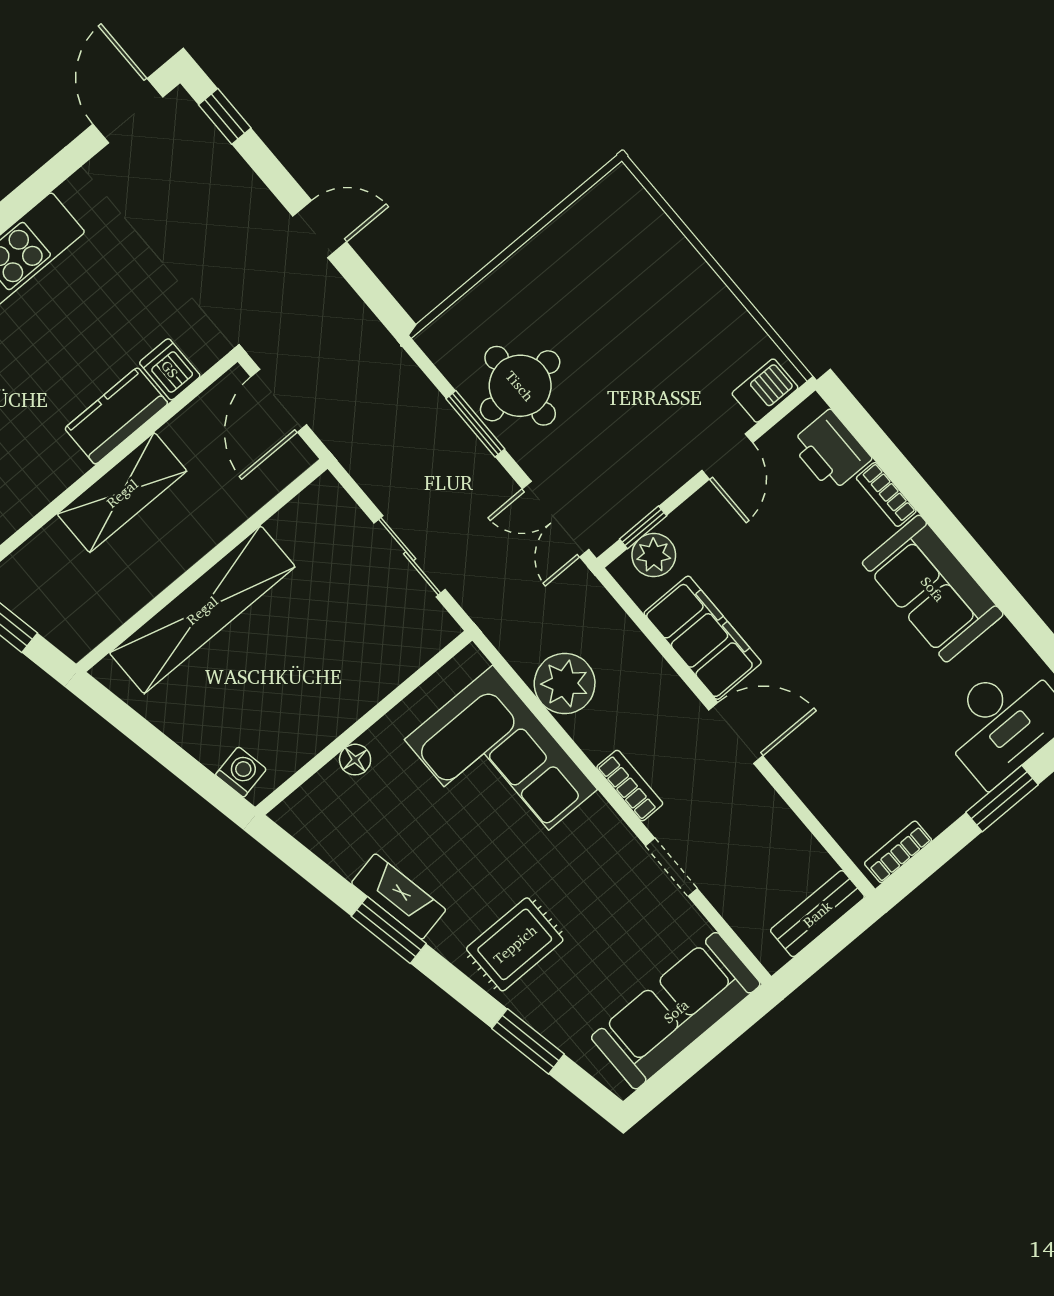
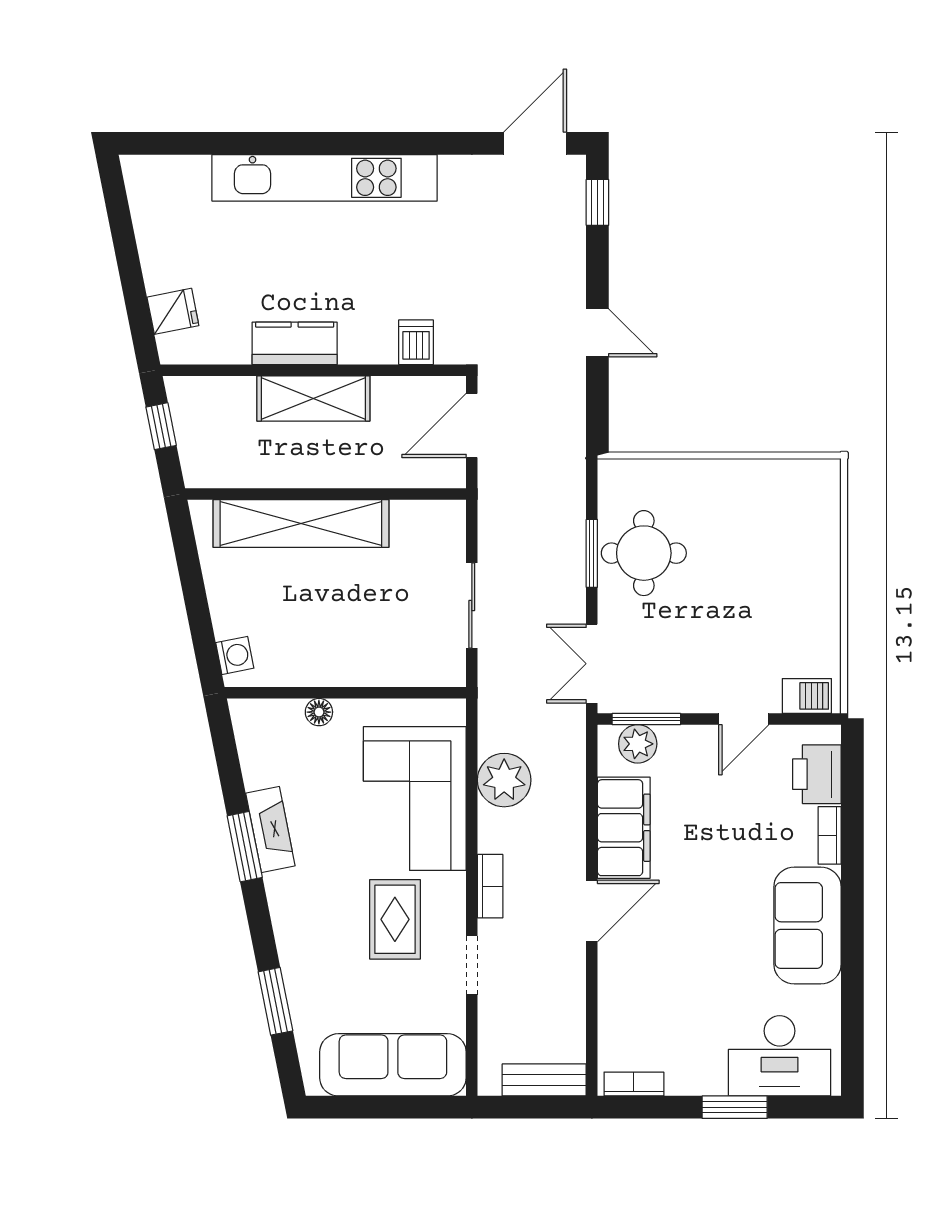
kitchen counter: (116, 416) -> (295, 343), moved
window: (643, 527) -> (646, 719), width x1.50
door: (736, 733) -> (592, 911), hinge flipped
rug: (515, 944) -> (395, 919), moved, turned 90

